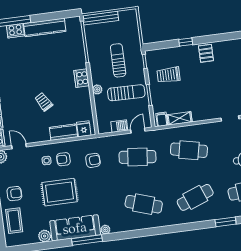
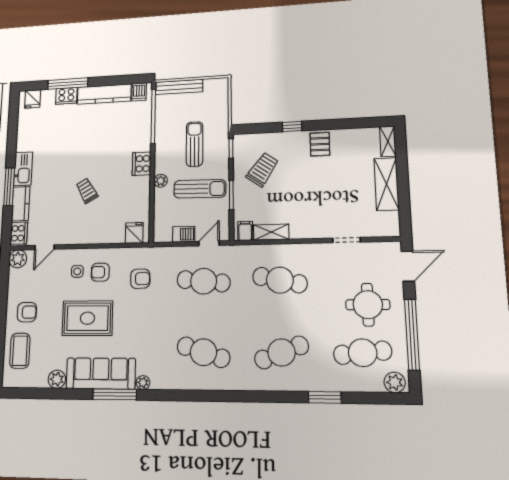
dishwasher: (71, 24) -> (139, 92), added
trolley: (169, 75) -> (262, 170), turned 125
kitchen counter: (63, 132) -> (106, 235), removed
door: (19, 146) -> (44, 247), swing flipped

